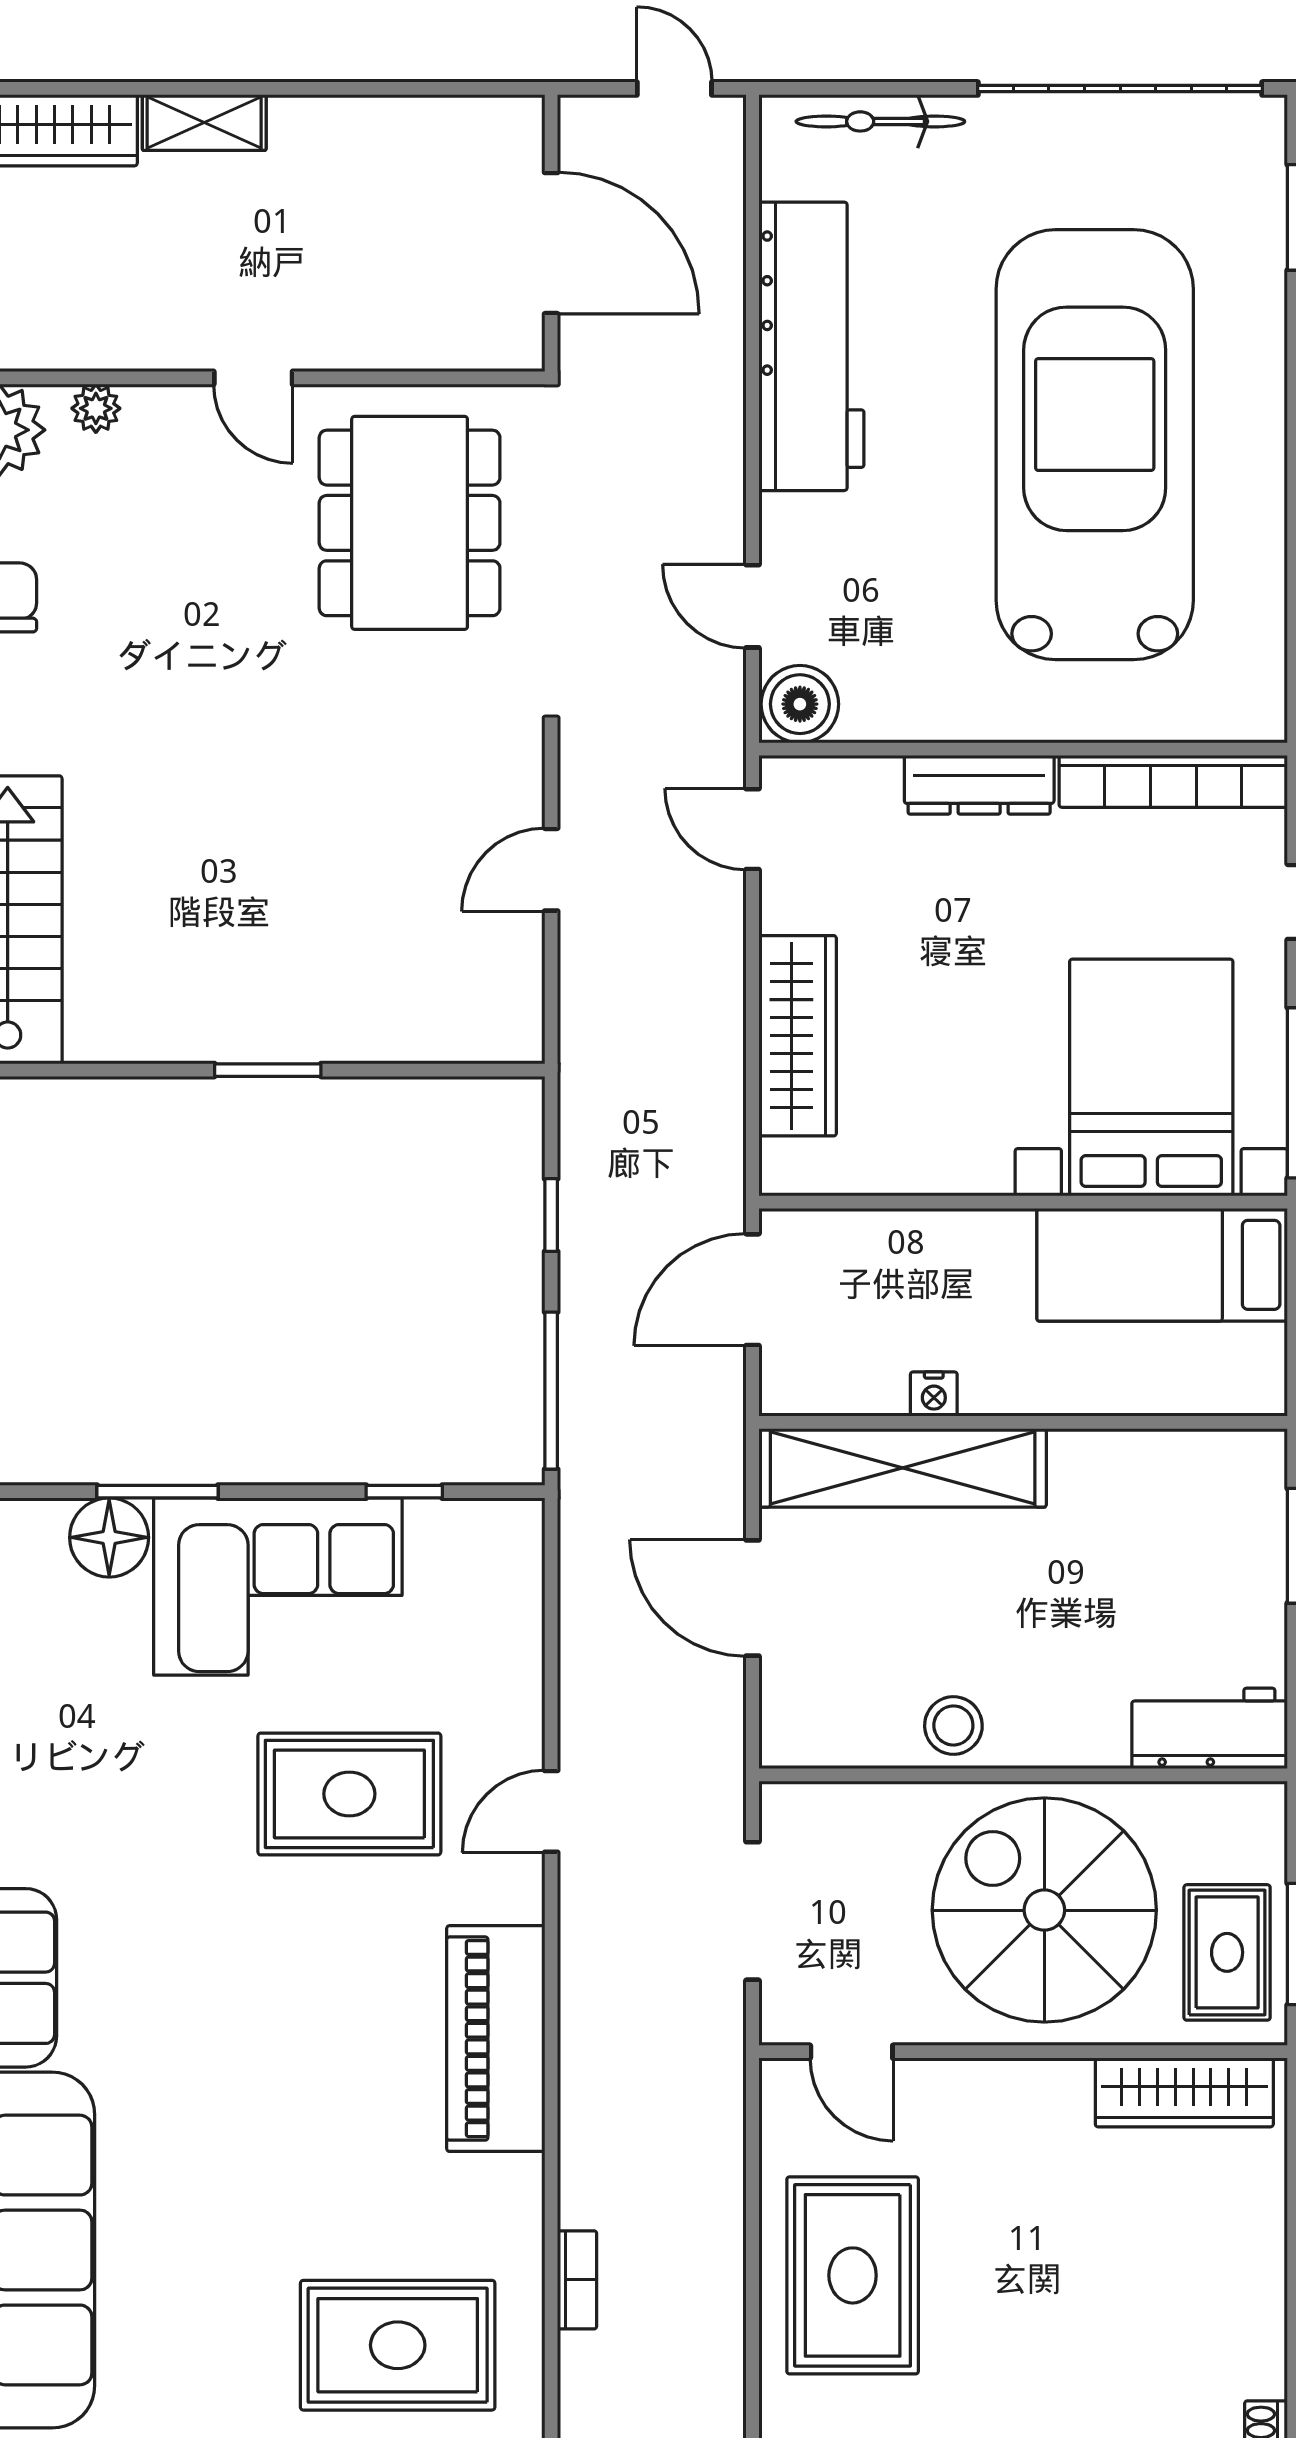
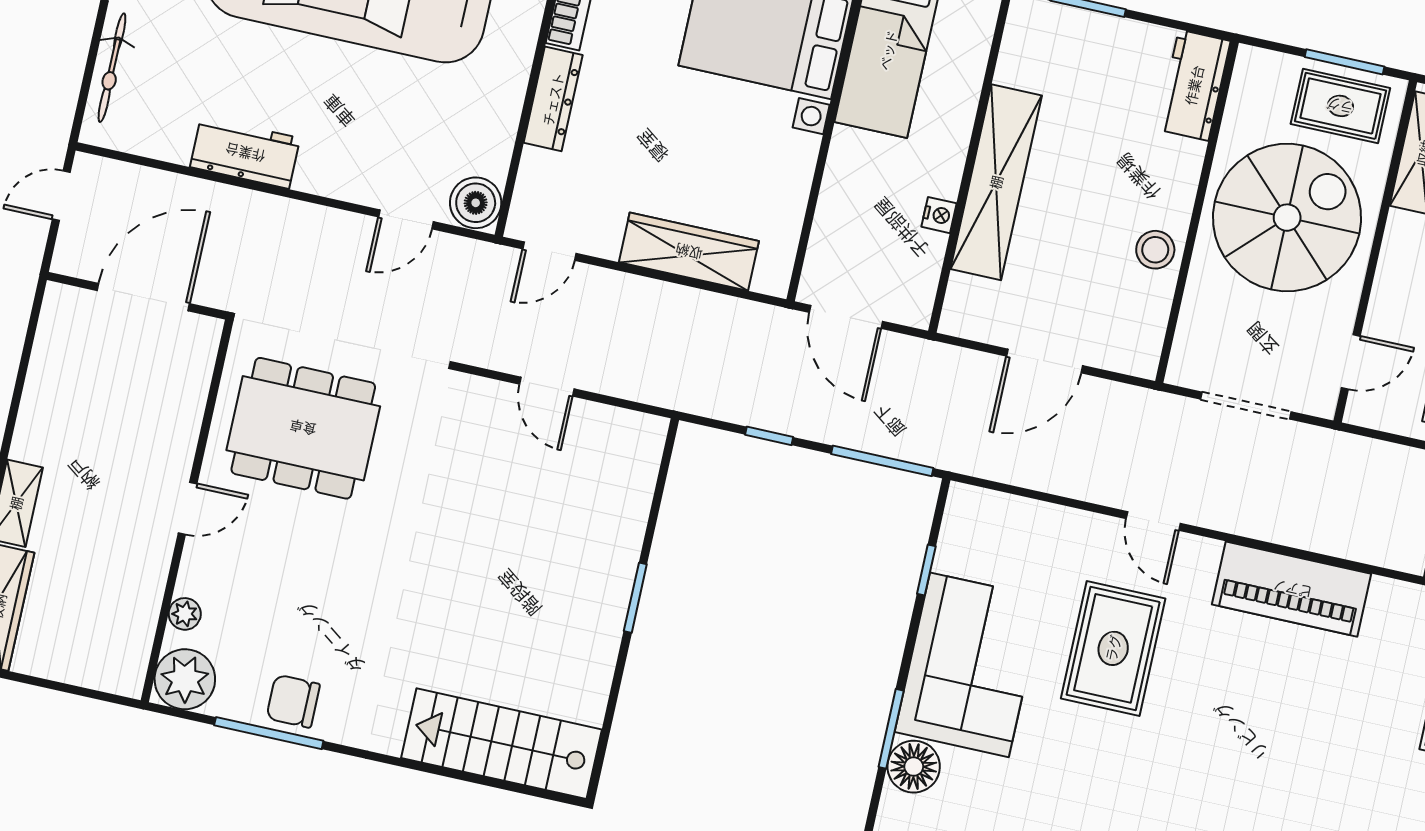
workbench: (811, 346) -> (245, 153), width x0.53, depth x0.76
shelving: (903, 1468) -> (996, 182), moved
spiral stairs: (1044, 1910) -> (1287, 218), turned 180

